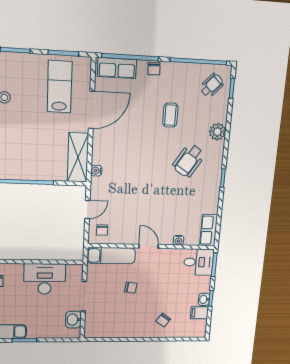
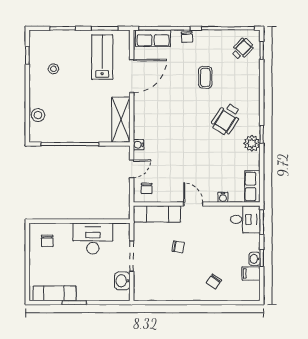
plant: (217, 132) -> (252, 143), moved
water cooler: (96, 171) -> (138, 145), moved

